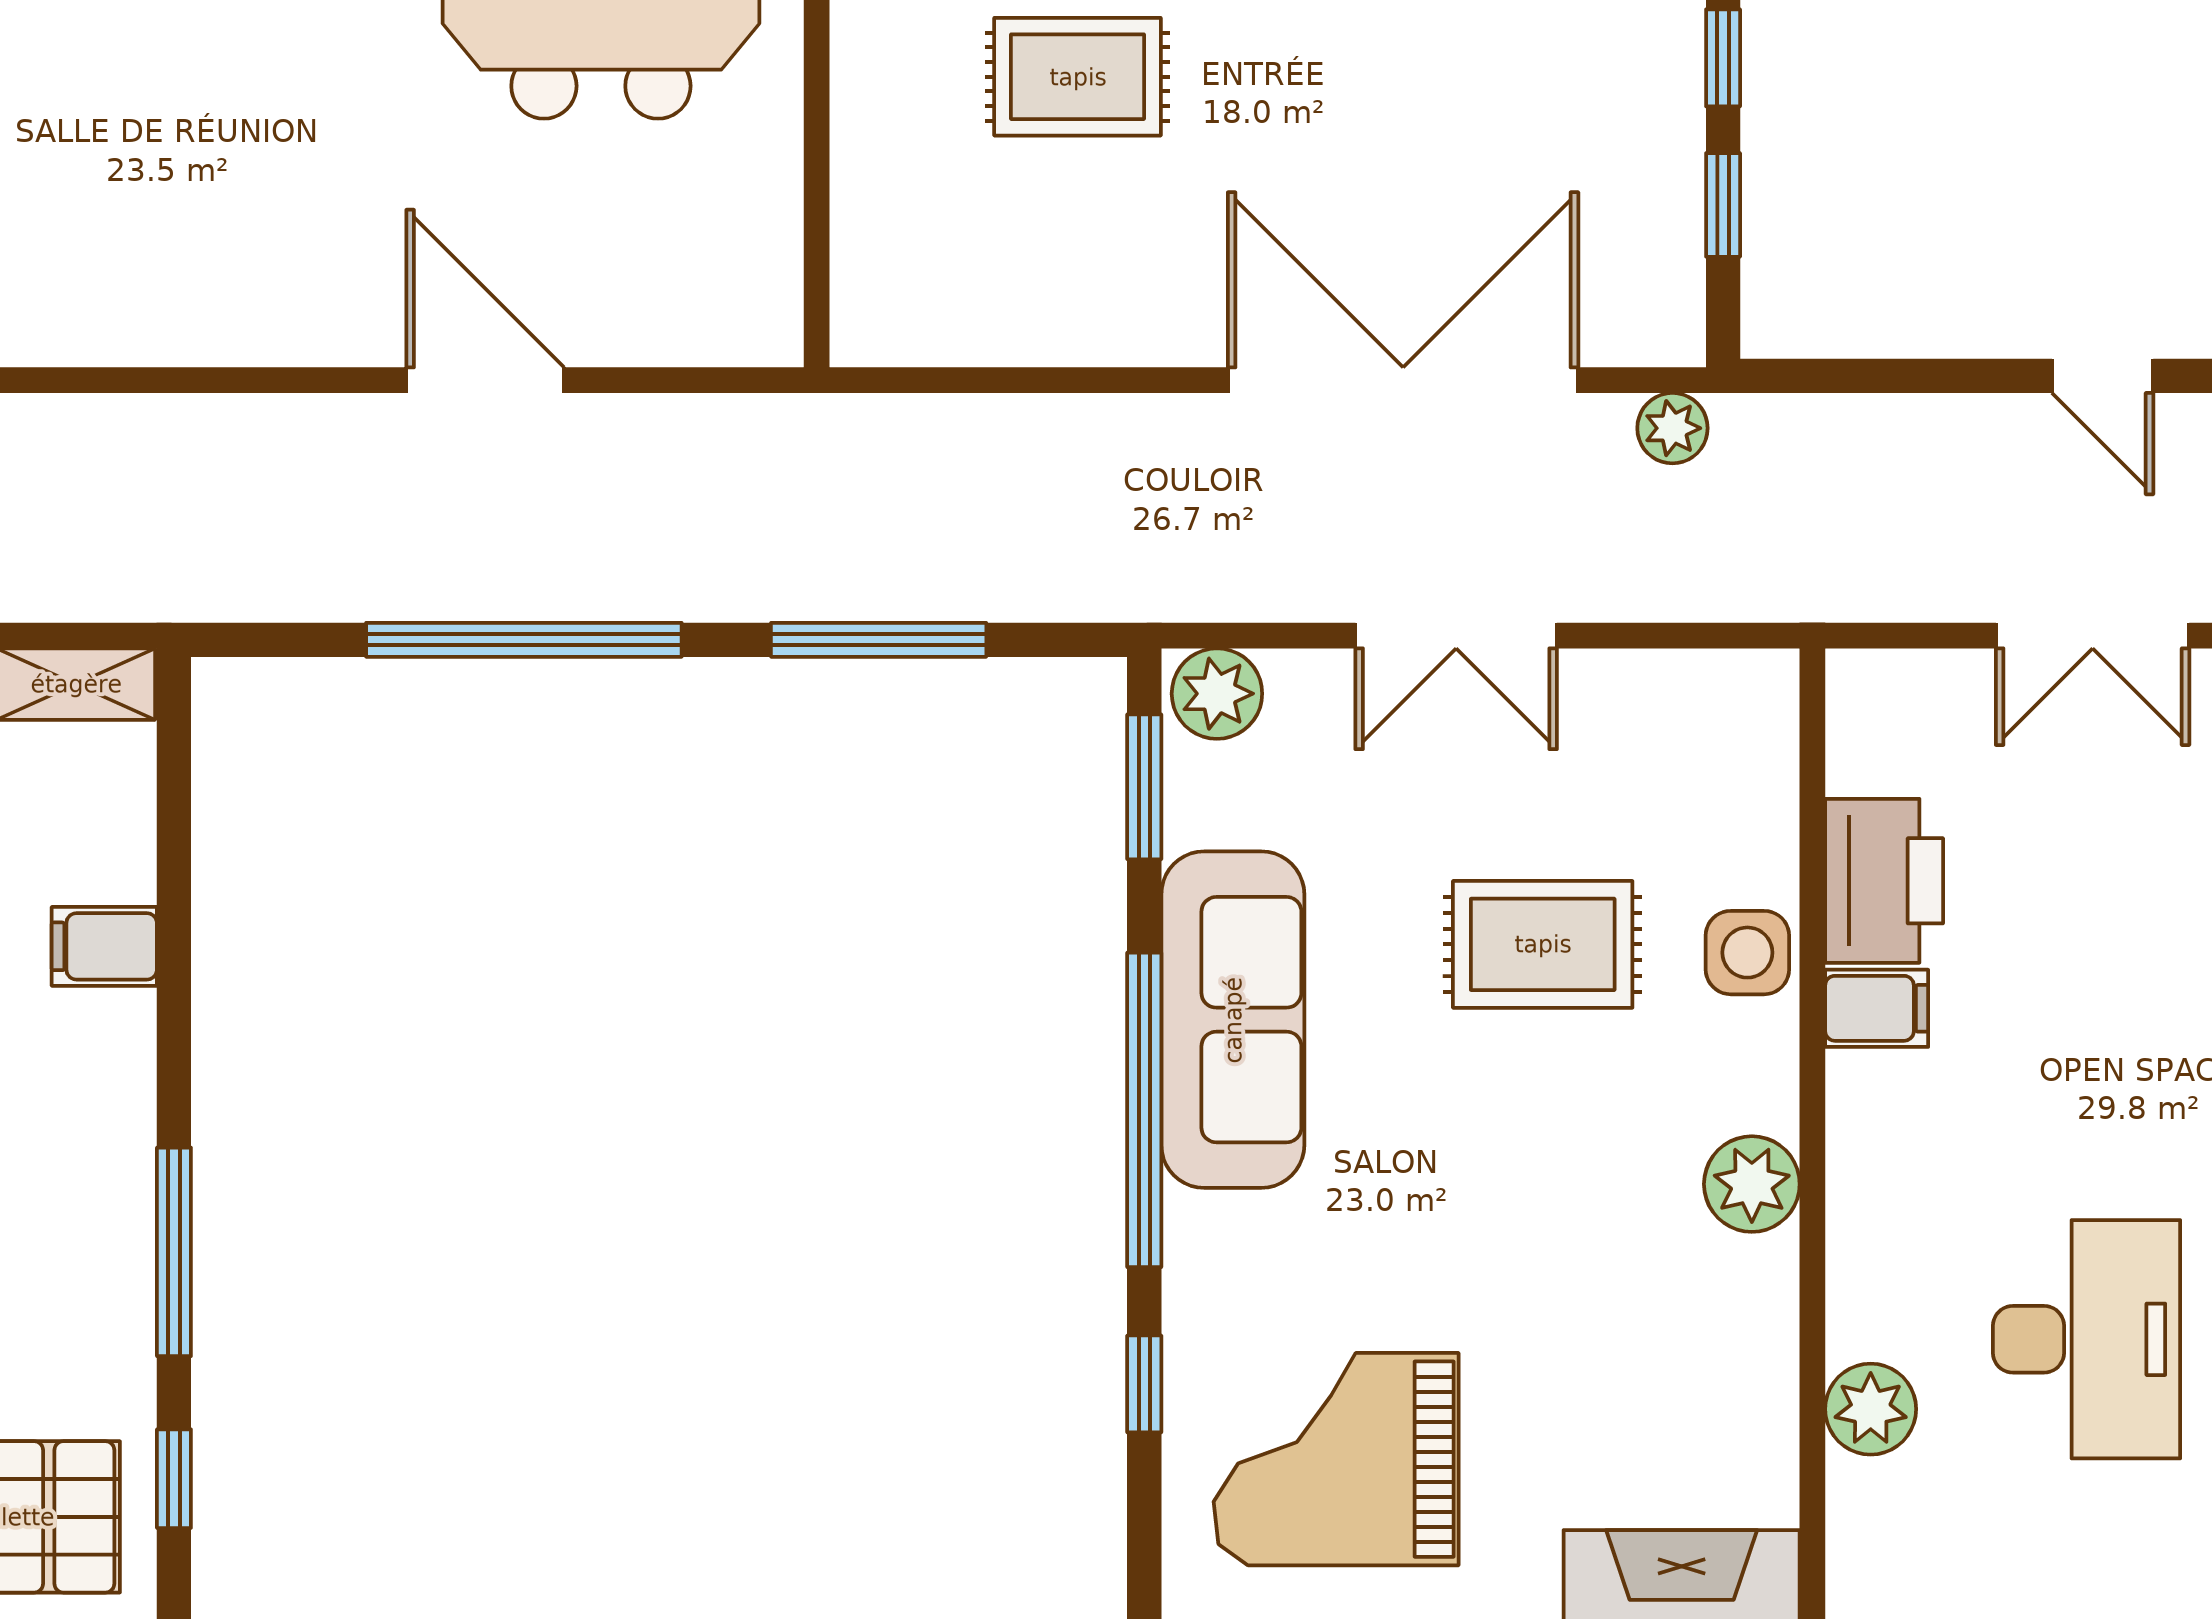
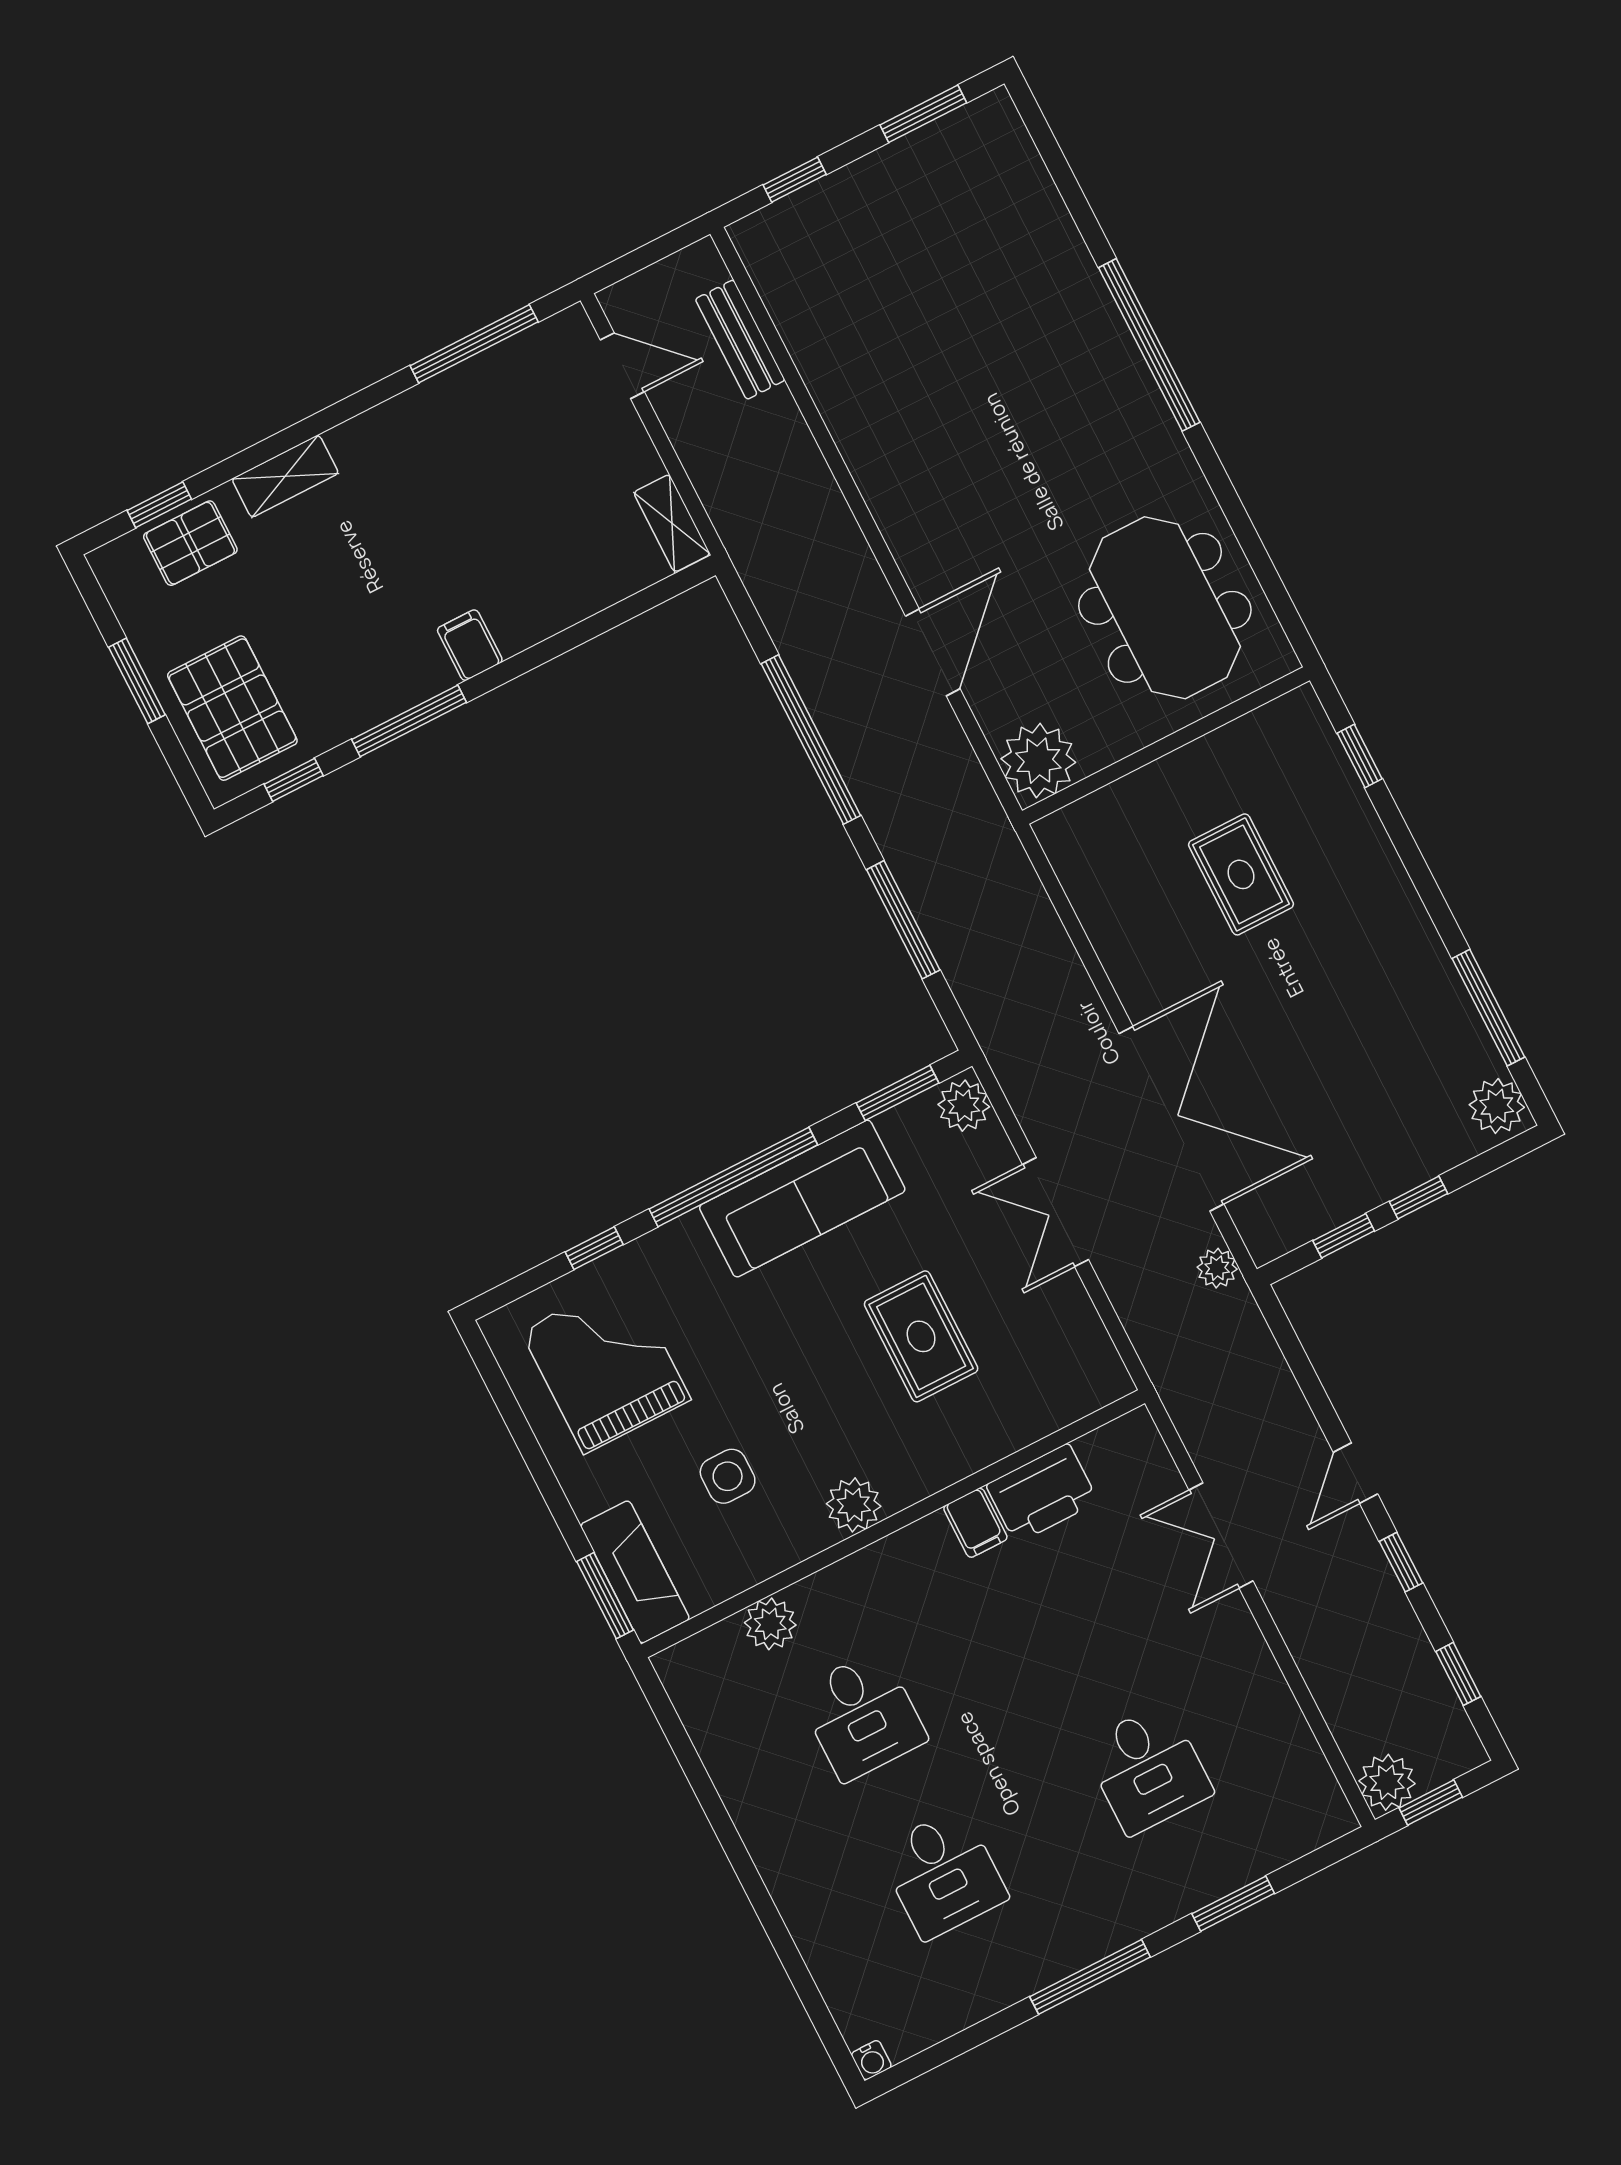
plant: (738, 302) -> (1038, 761), added
filing cabinet: (104, 946) -> (470, 645), moved
side table: (1747, 953) -> (728, 1476), moved
desk: (2087, 1339) -> (862, 1715), width x0.73

